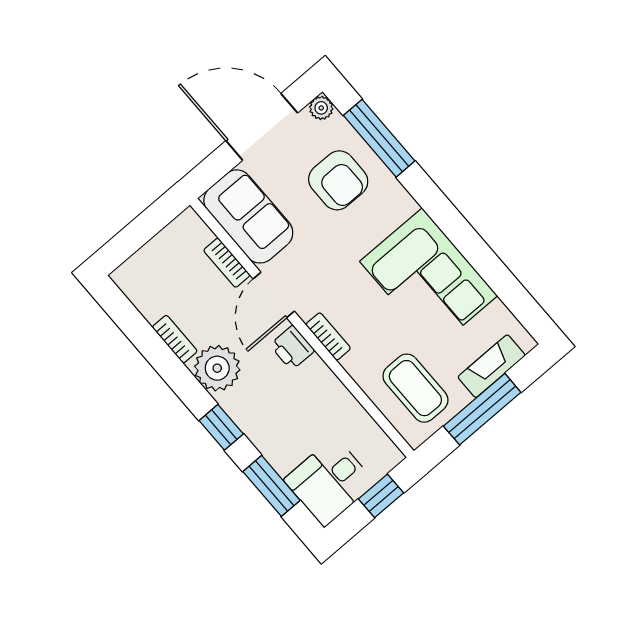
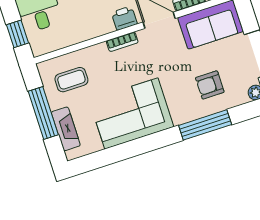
window: (379, 138) -> (205, 125), moved
armchair: (338, 180) -> (210, 85), width x0.72, depth x0.72
coffee table: (415, 388) -> (71, 80), width x0.73, depth x0.77

